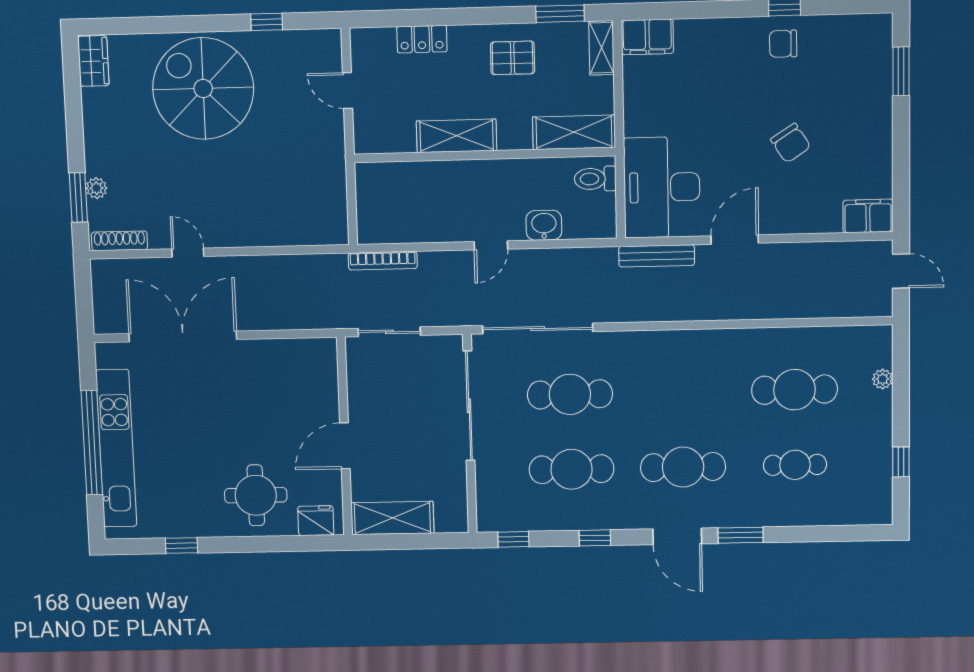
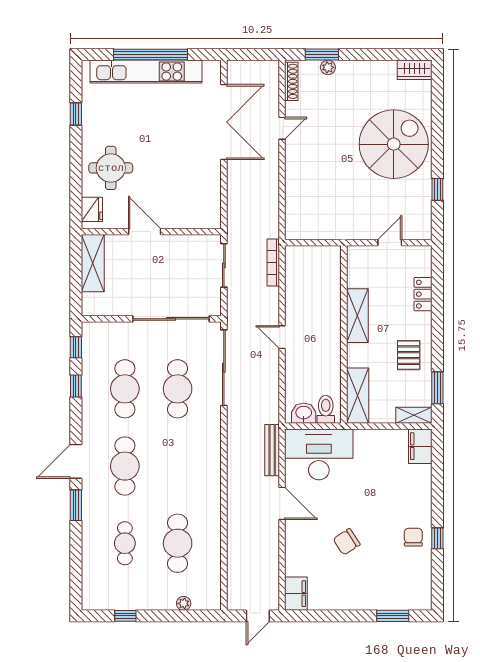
washbasin: (544, 225) -> (304, 413), moved, turned -90
window: (595, 538) -> (76, 386), moved

